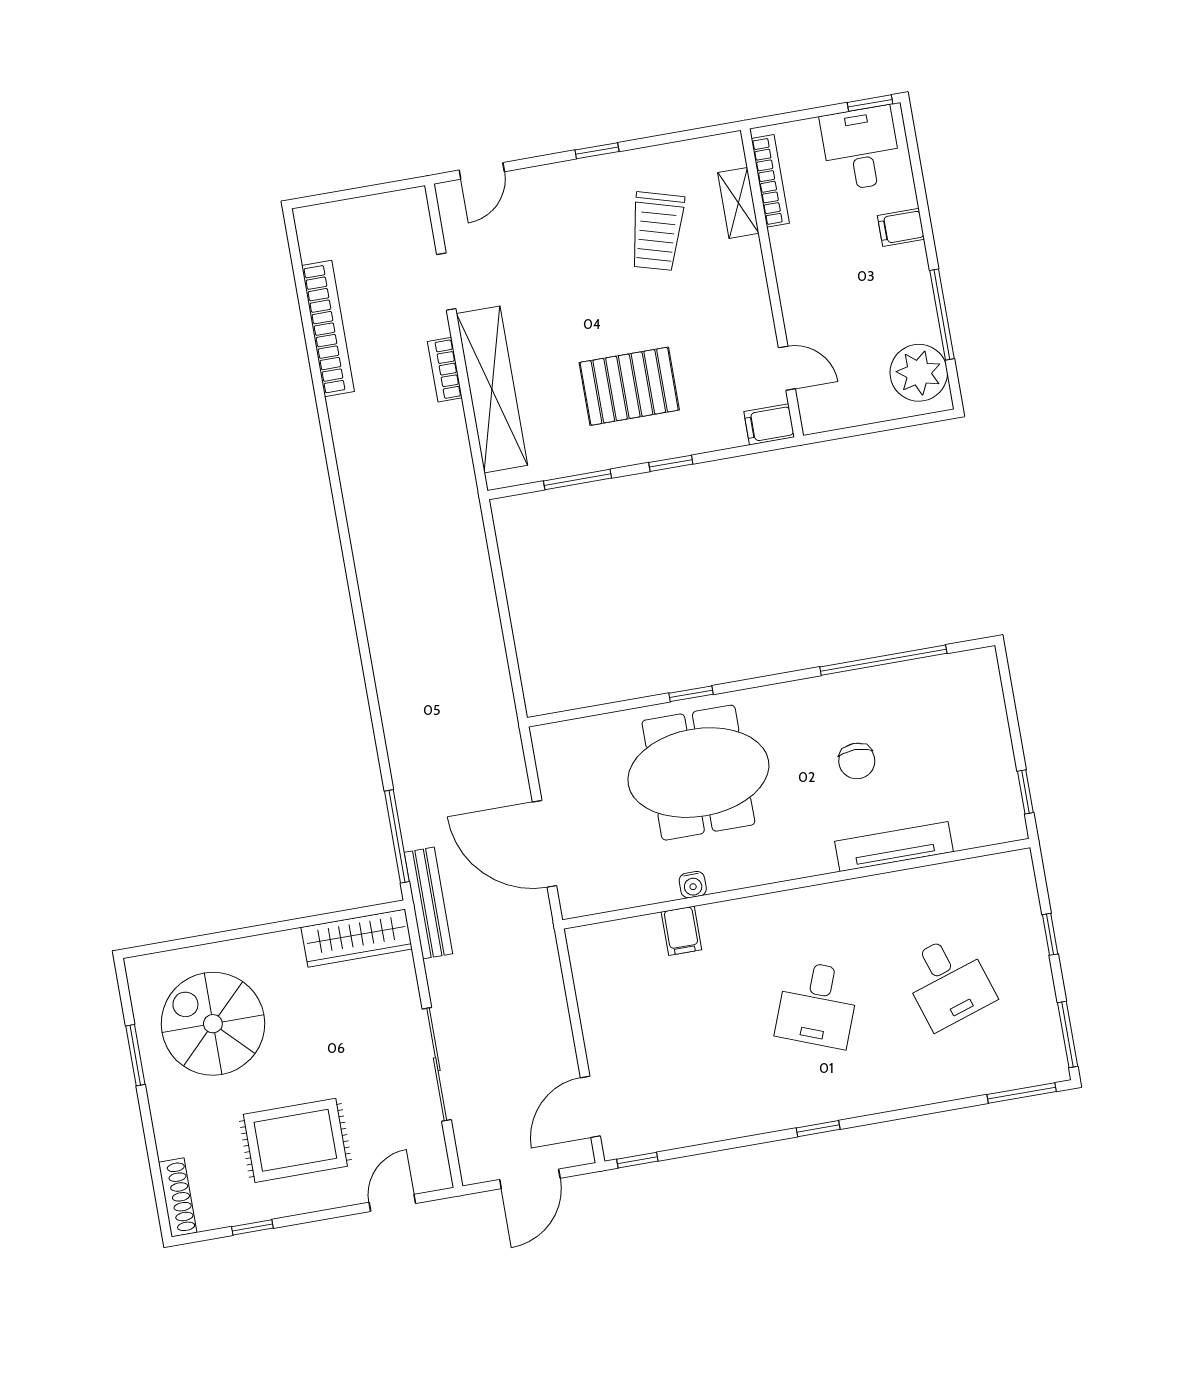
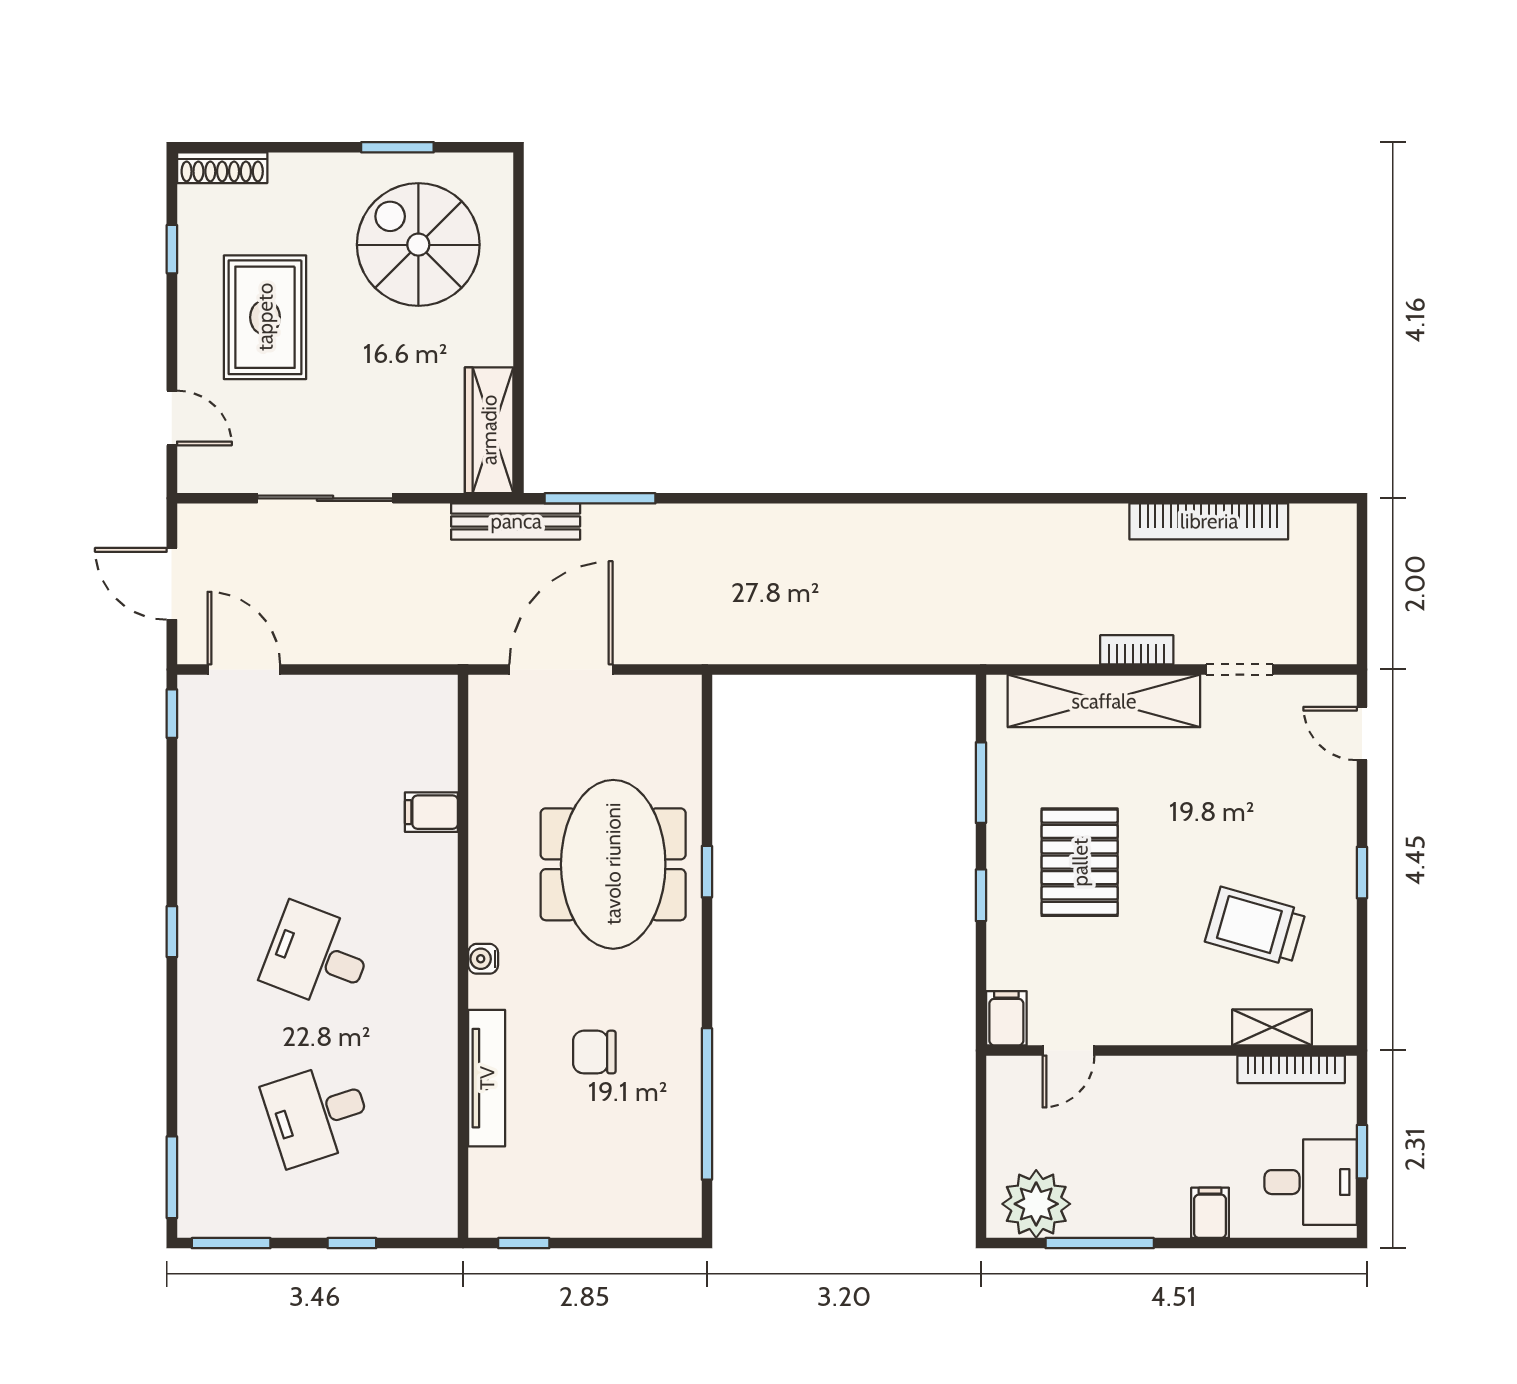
window: (870, 103) -> (1362, 1152), moved
water cooler: (693, 885) -> (483, 959), moved
spiral stairs: (213, 1024) -> (418, 245), turned -90

